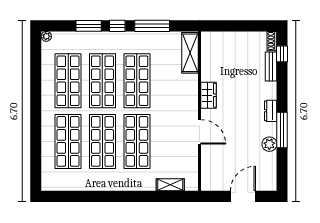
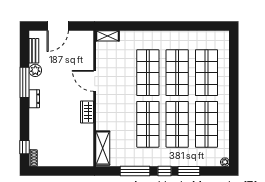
bench: (271, 67) -> (34, 51), moved
shelving: (170, 185) -> (107, 36), moved

